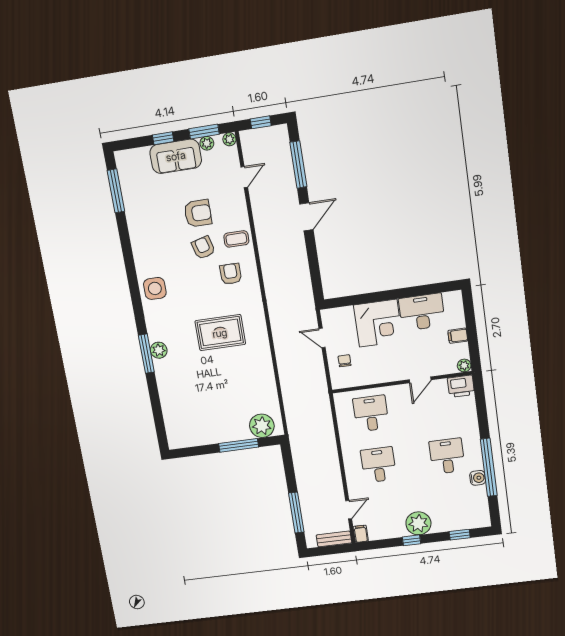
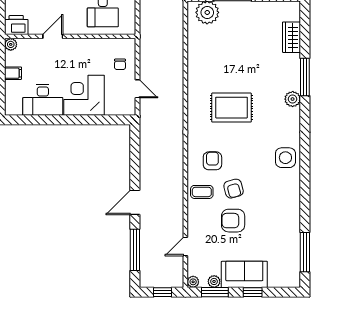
armchair: (231, 274) -> (212, 161), turned 180
window: (146, 354) -> (305, 77), moved
wardrobe: (171, 413) -> (292, 37), added

